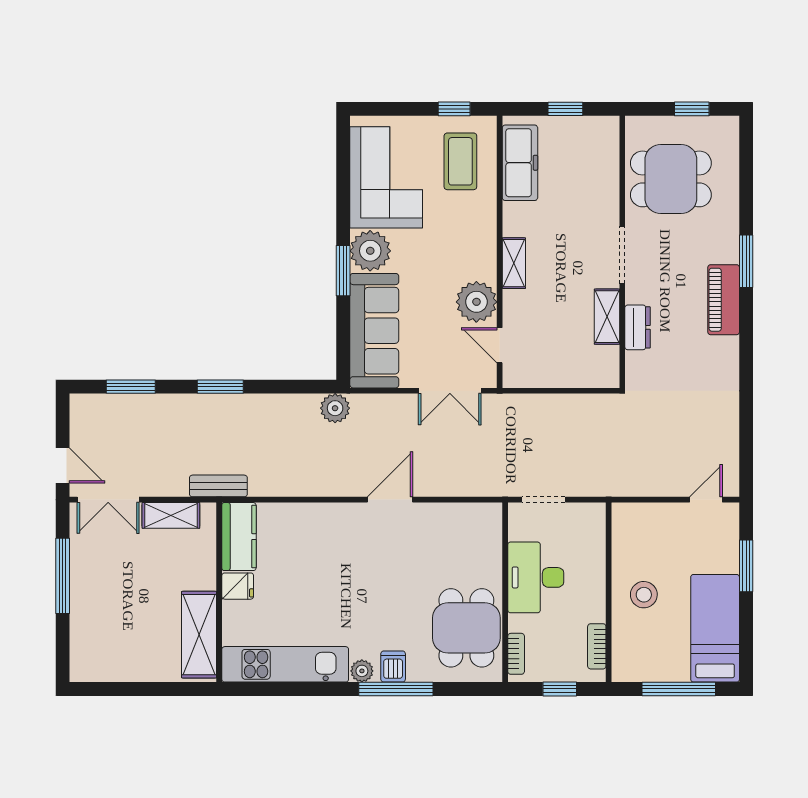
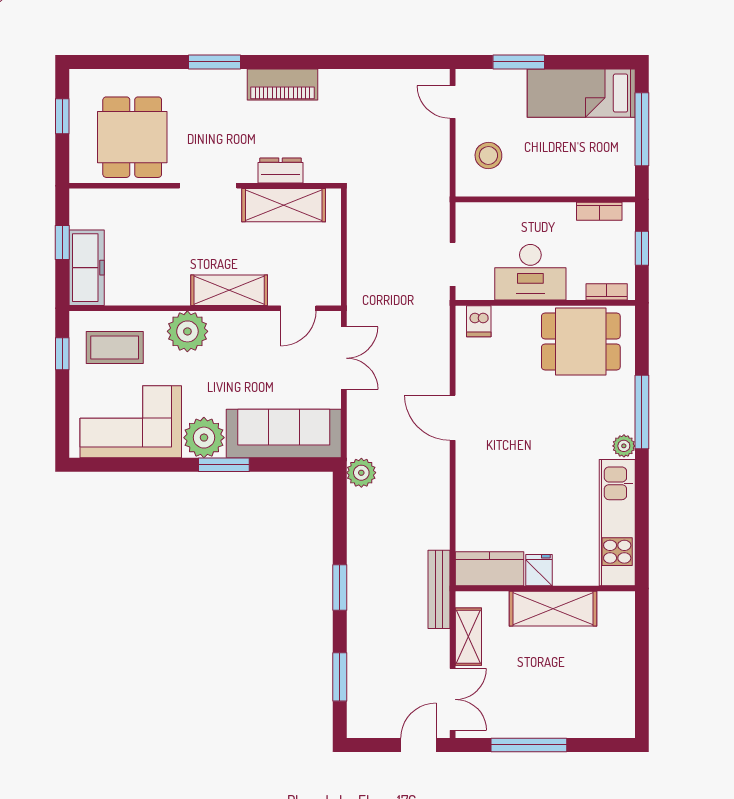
freezer: (520, 163) -> (87, 268), moved, turned 90
shelving: (514, 263) -> (229, 290), width x1.50, depth x1.33
piano: (724, 300) -> (283, 84), moved
plant: (476, 302) -> (187, 331), moved
shelving: (607, 317) -> (284, 205), width x1.50, depth x1.33
bench: (218, 486) -> (439, 589), width x1.36
stool: (644, 595) -> (488, 155), moved
shelving: (199, 635) -> (553, 609), moved
dishwasher: (393, 666) -> (479, 321), moved, turned -90

